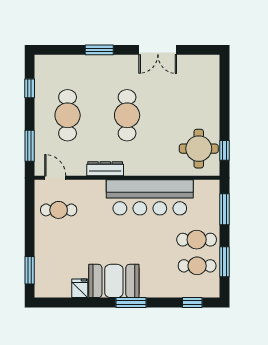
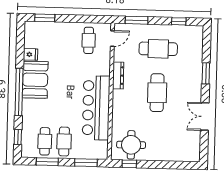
cafe table: (127, 115) -> (157, 93), turned 90
window: (131, 303) -> (19, 92), width x2.11

